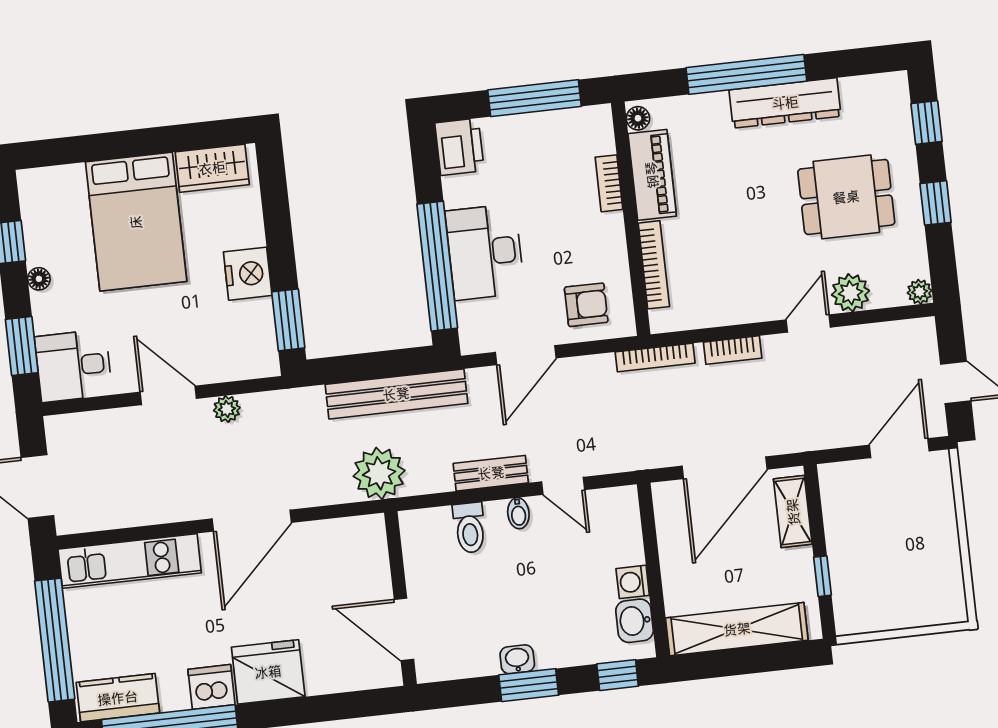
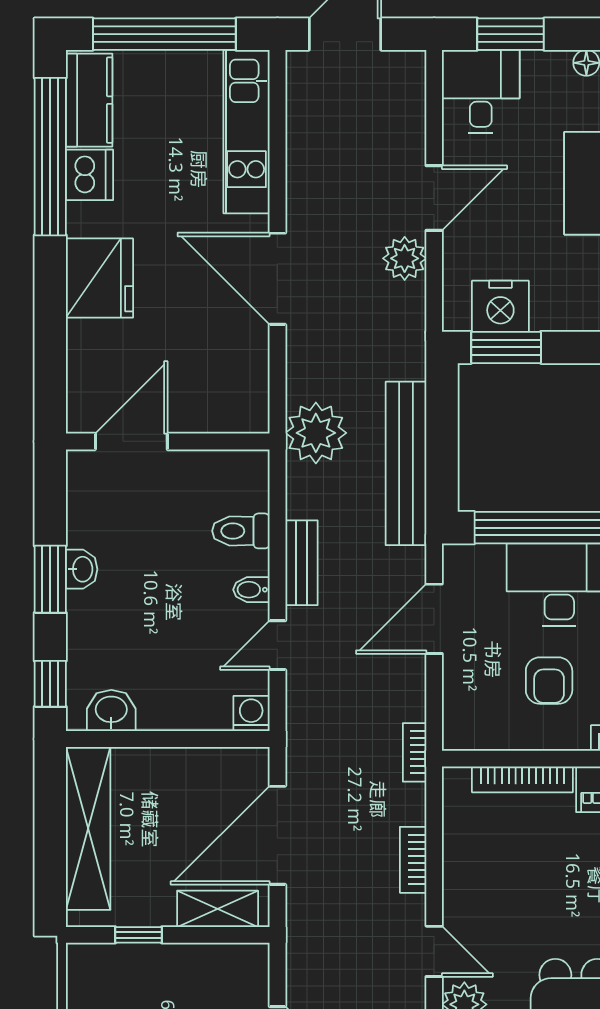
nightstand: (248, 274) -> (500, 306), moved
armchair: (586, 305) -> (549, 681), moved
door: (526, 355) -> (434, 619), hinge flipped
bookcase: (655, 358) -> (415, 752), width x0.64
plant: (227, 409) -> (405, 258), width x1.38, depth x1.38
door: (725, 468) -> (277, 835), hinge flipped
washing machine: (633, 582) -> (251, 713), moved
dishwasher: (211, 687) -> (90, 175), moved

